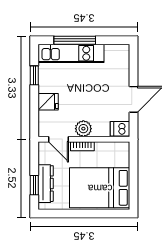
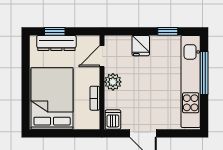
kitchen unit: (71, 53) -> (191, 82), width x1.36
bookcase: (82, 146) -> (95, 98), moved

